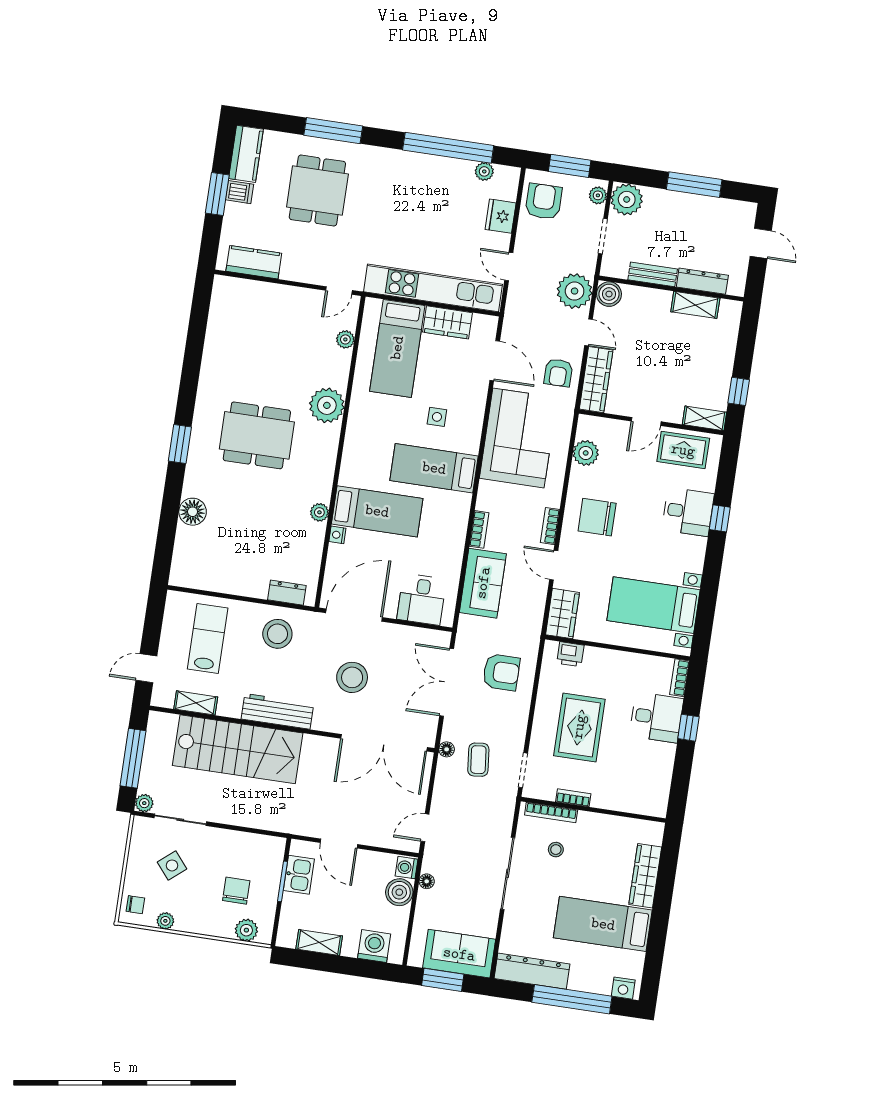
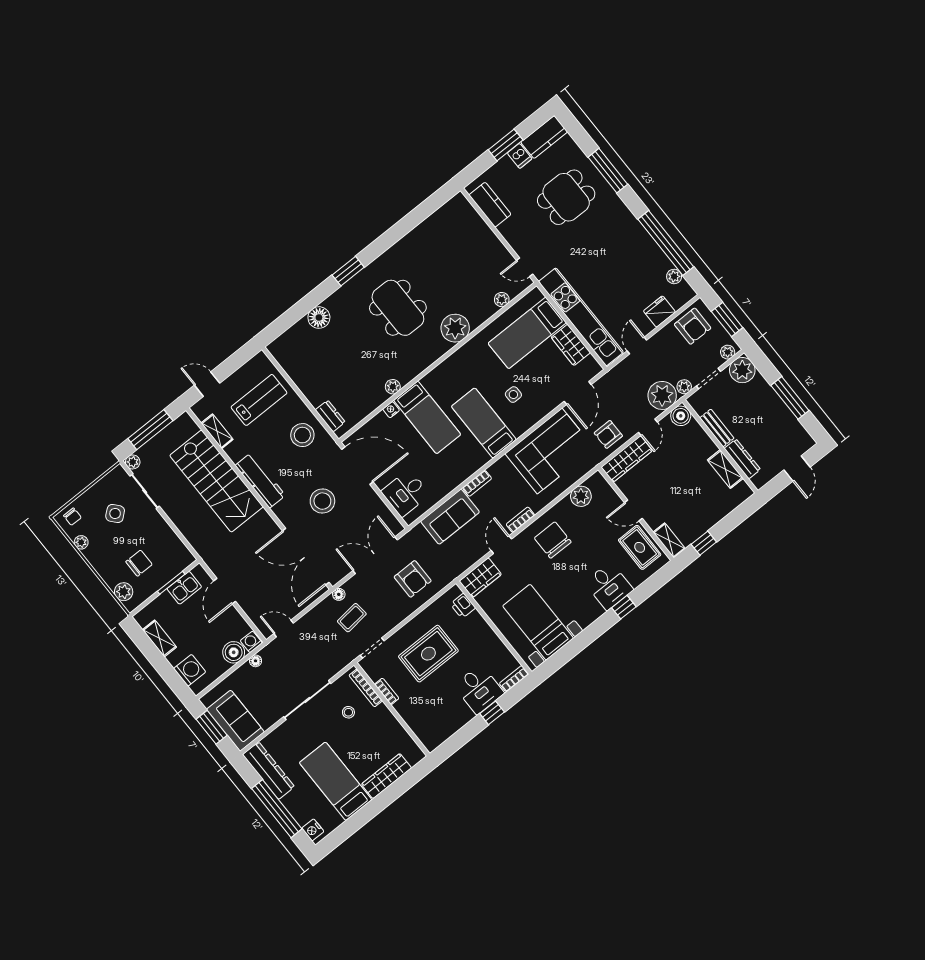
armchair: (544, 201) -> (693, 326), turned 90
plant: (587, 264) -> (684, 387), added

